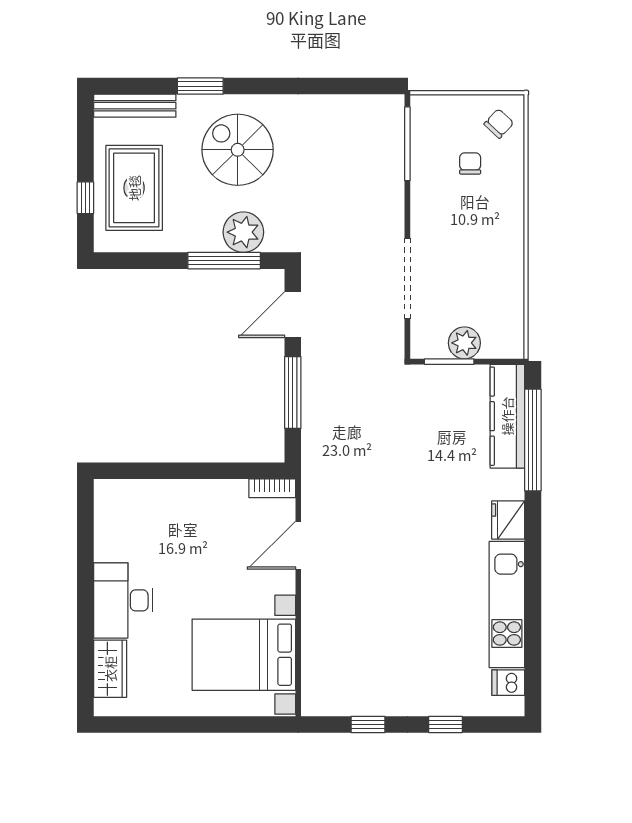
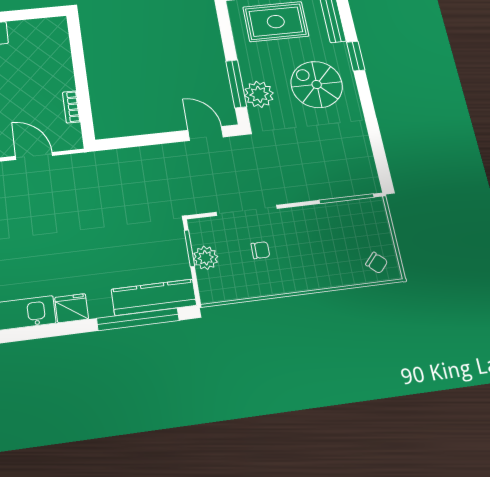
spiral stairs: (238, 150) -> (317, 84), turned -90
chair: (470, 163) -> (260, 250), moved
window: (293, 393) -> (148, 140), removed
bookcase: (272, 488) -> (71, 107), moved

